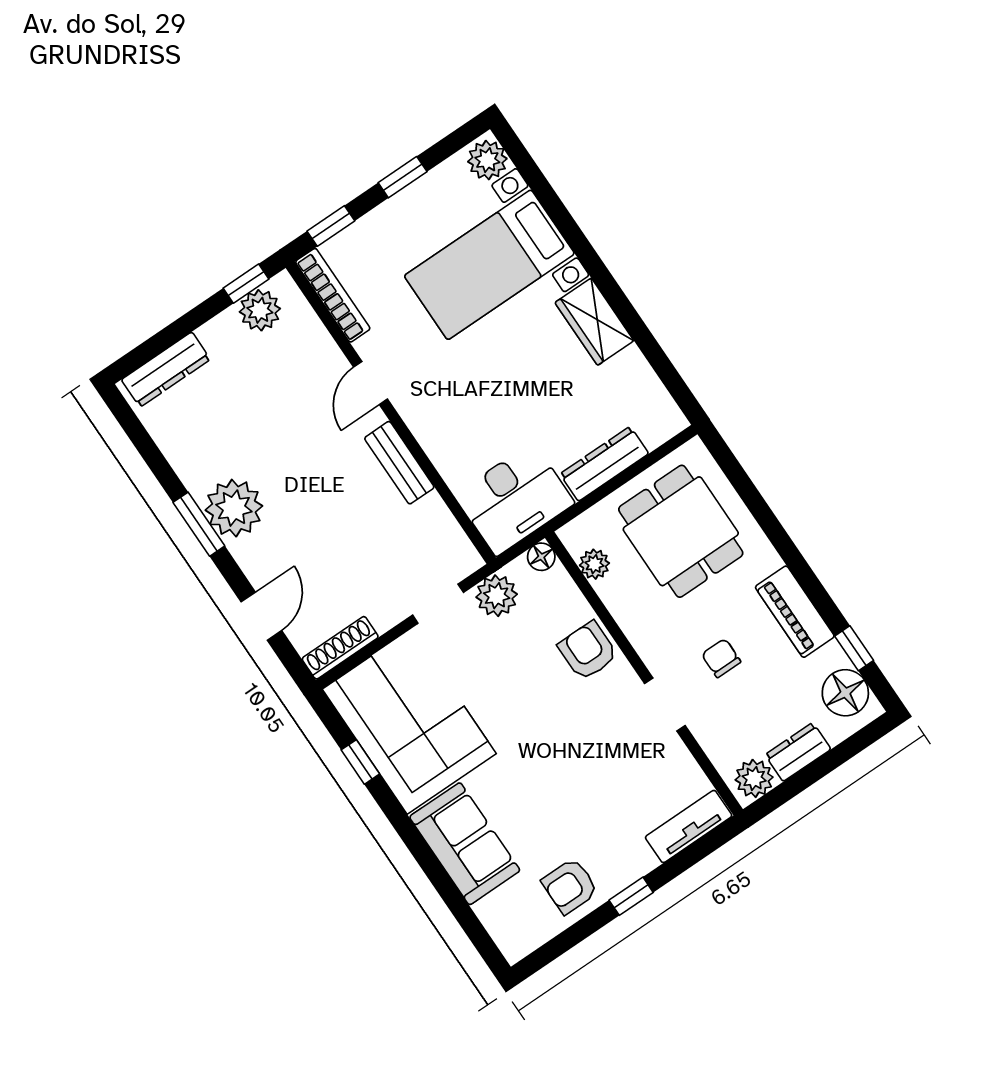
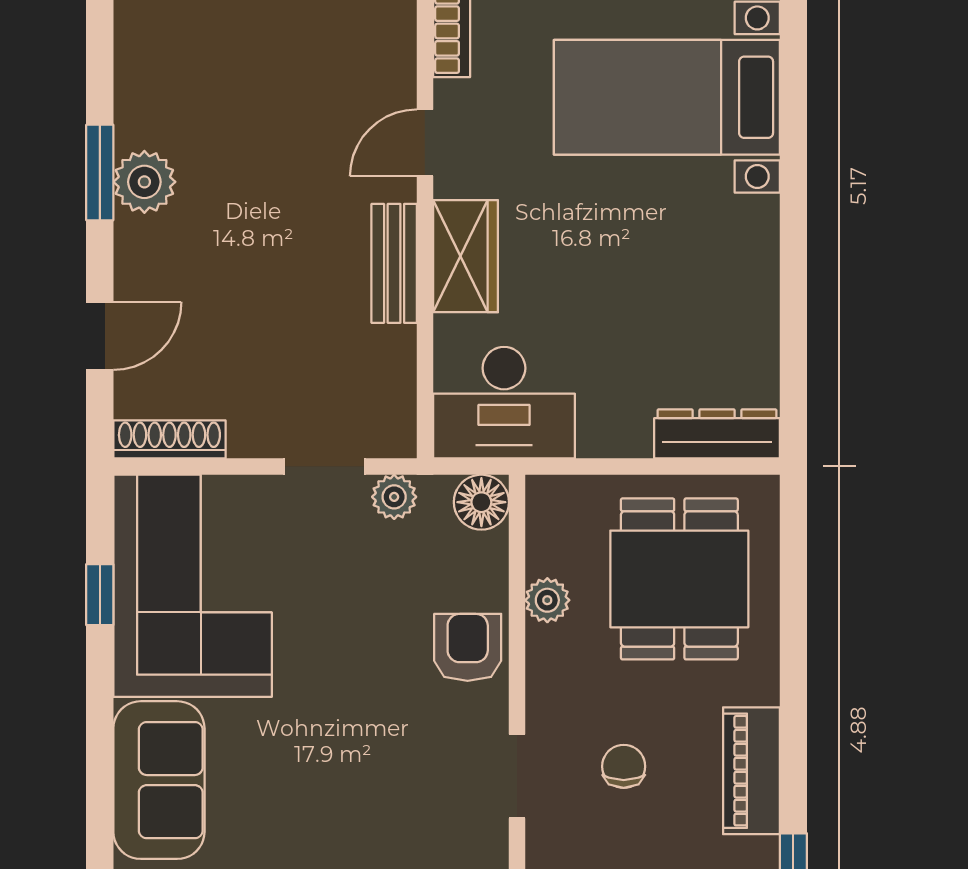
wardrobe: (594, 322) -> (465, 256), moved, turned 180
dresser: (604, 464) -> (717, 434), moved
plant: (234, 508) -> (144, 182), width x0.73, depth x0.73
floor lamp: (541, 557) -> (481, 502), width x1.37, depth x1.37
plant: (594, 564) -> (547, 600), moved
plant: (497, 596) -> (394, 497), width x0.73, depth x0.73

